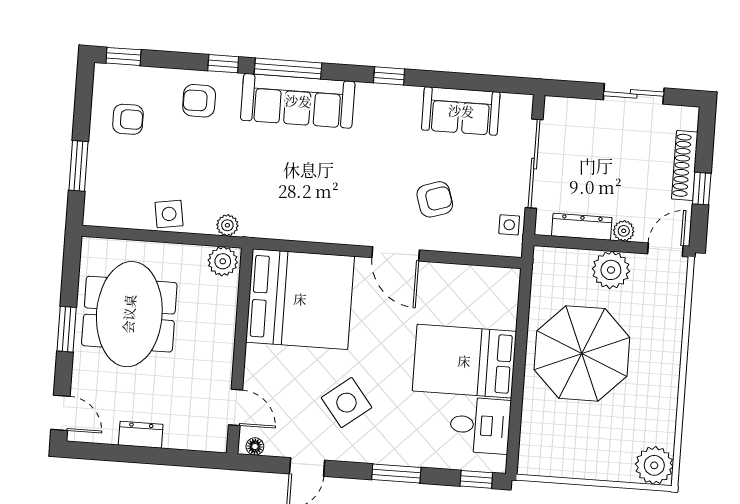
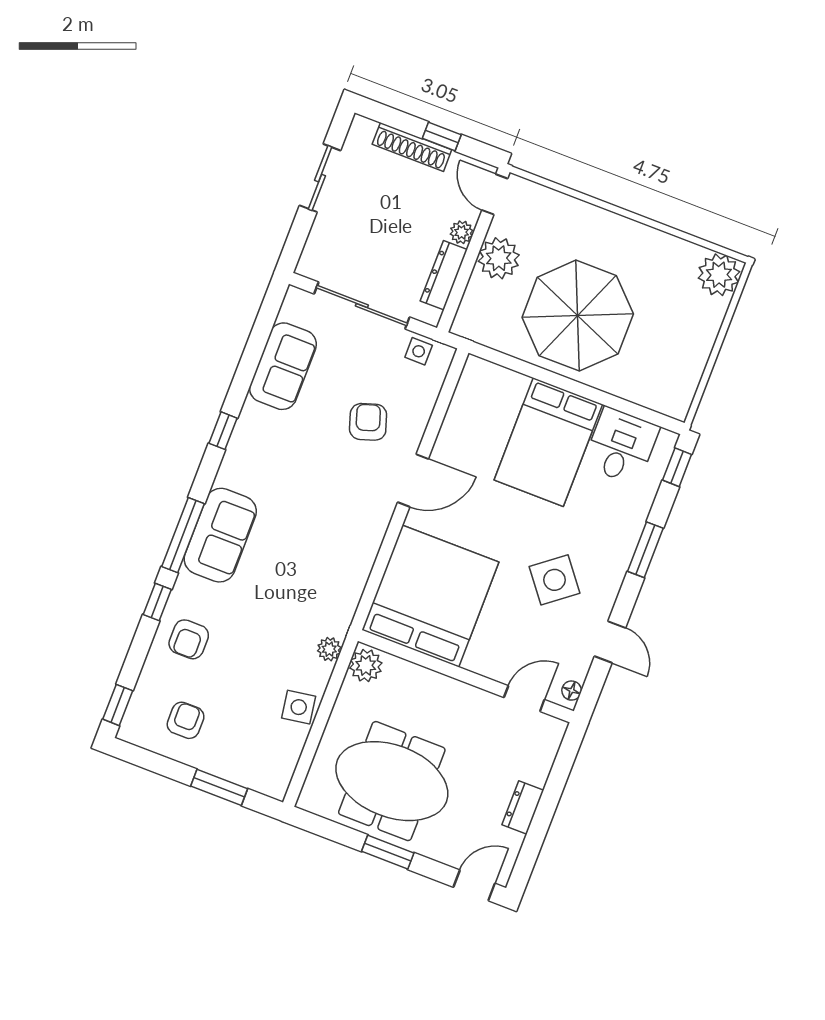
sofa: (298, 101) -> (220, 535), width x0.73

